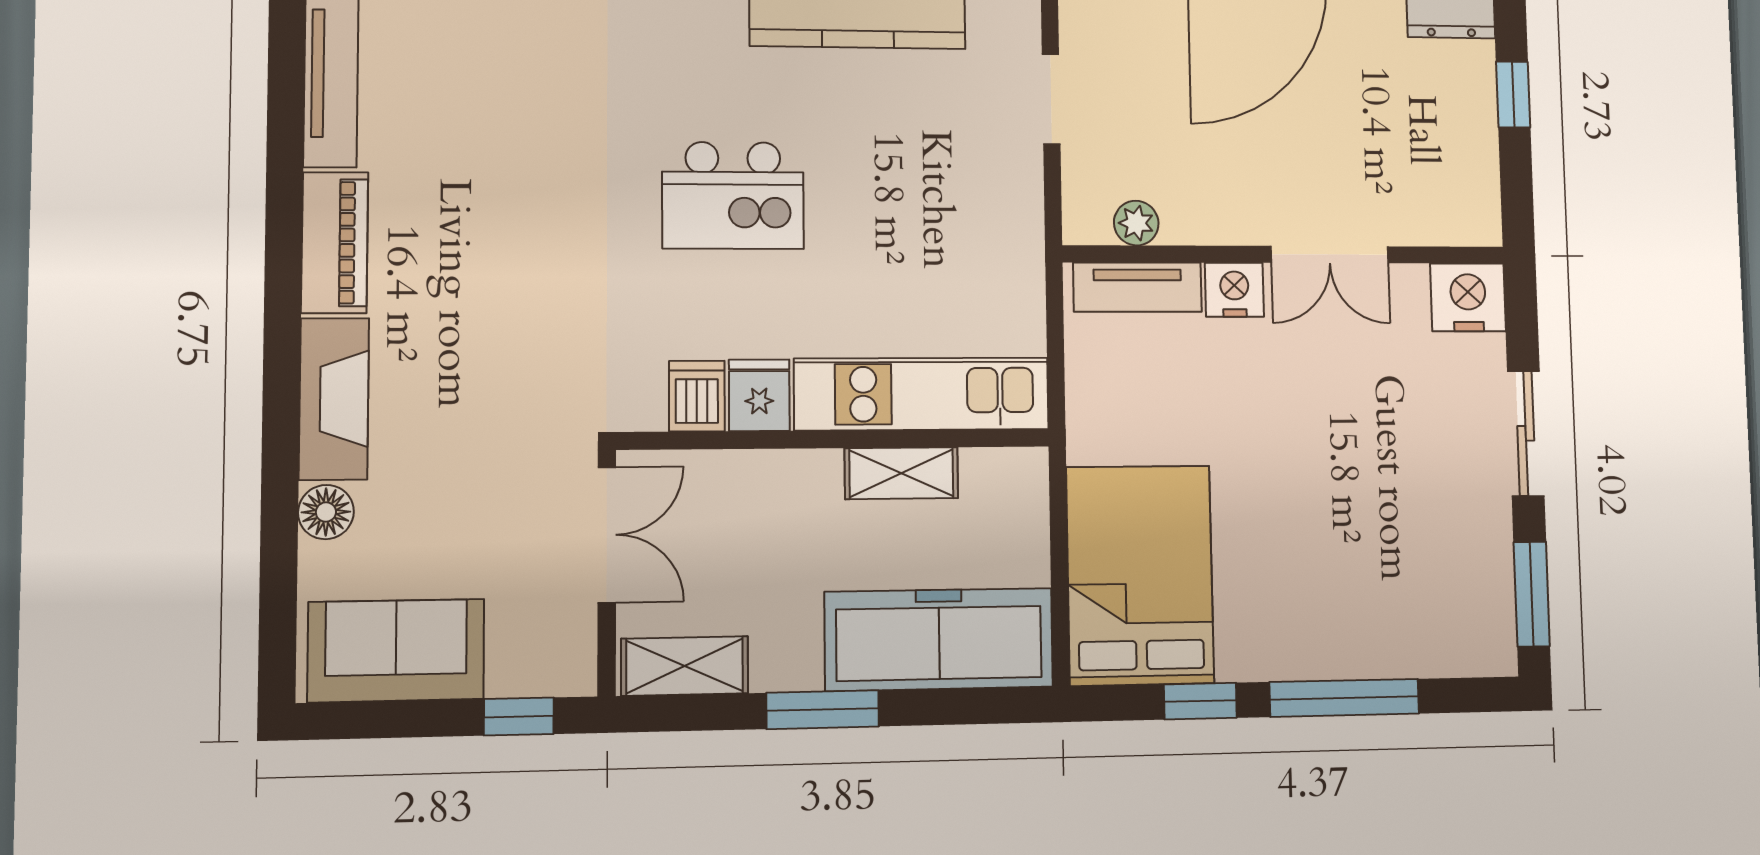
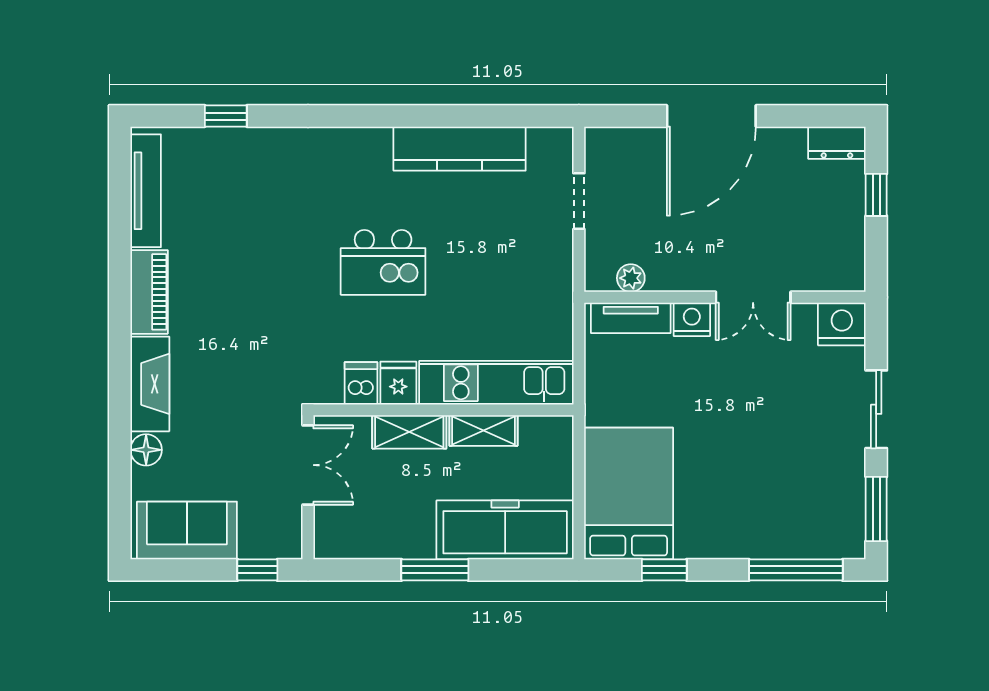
shelving: (685, 666) -> (409, 432), moved
window: (1344, 698) -> (796, 570), moved

